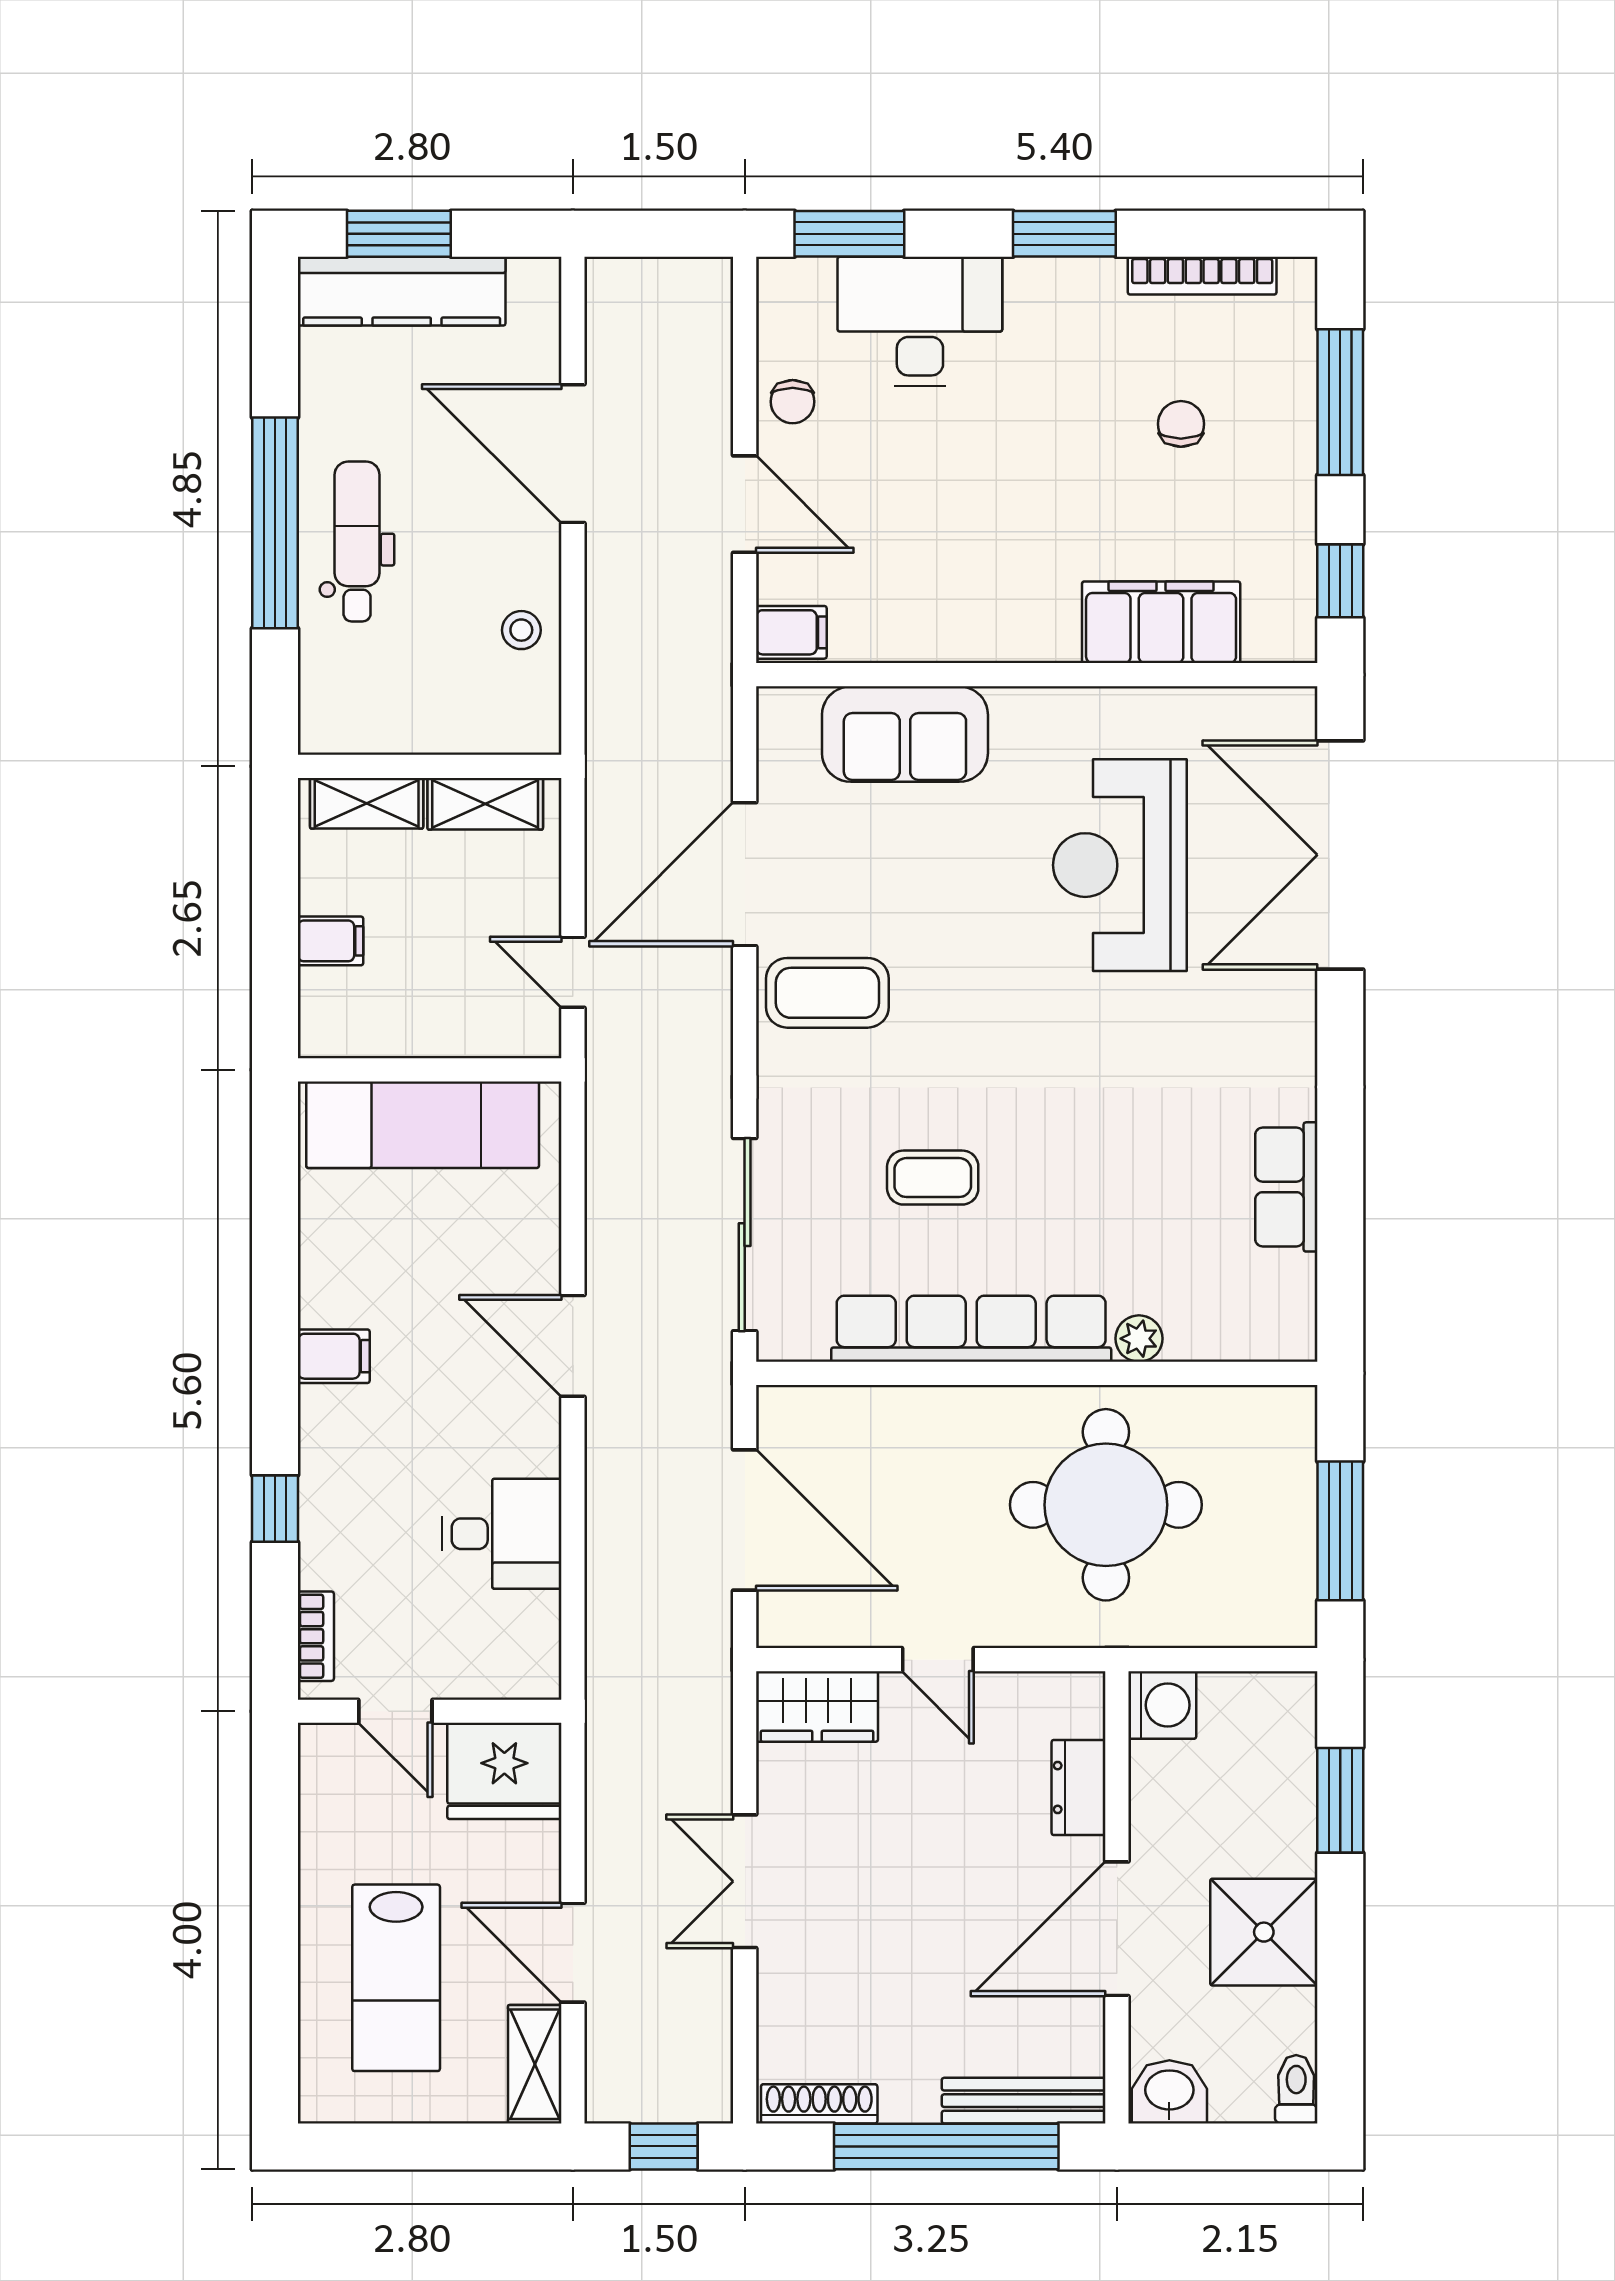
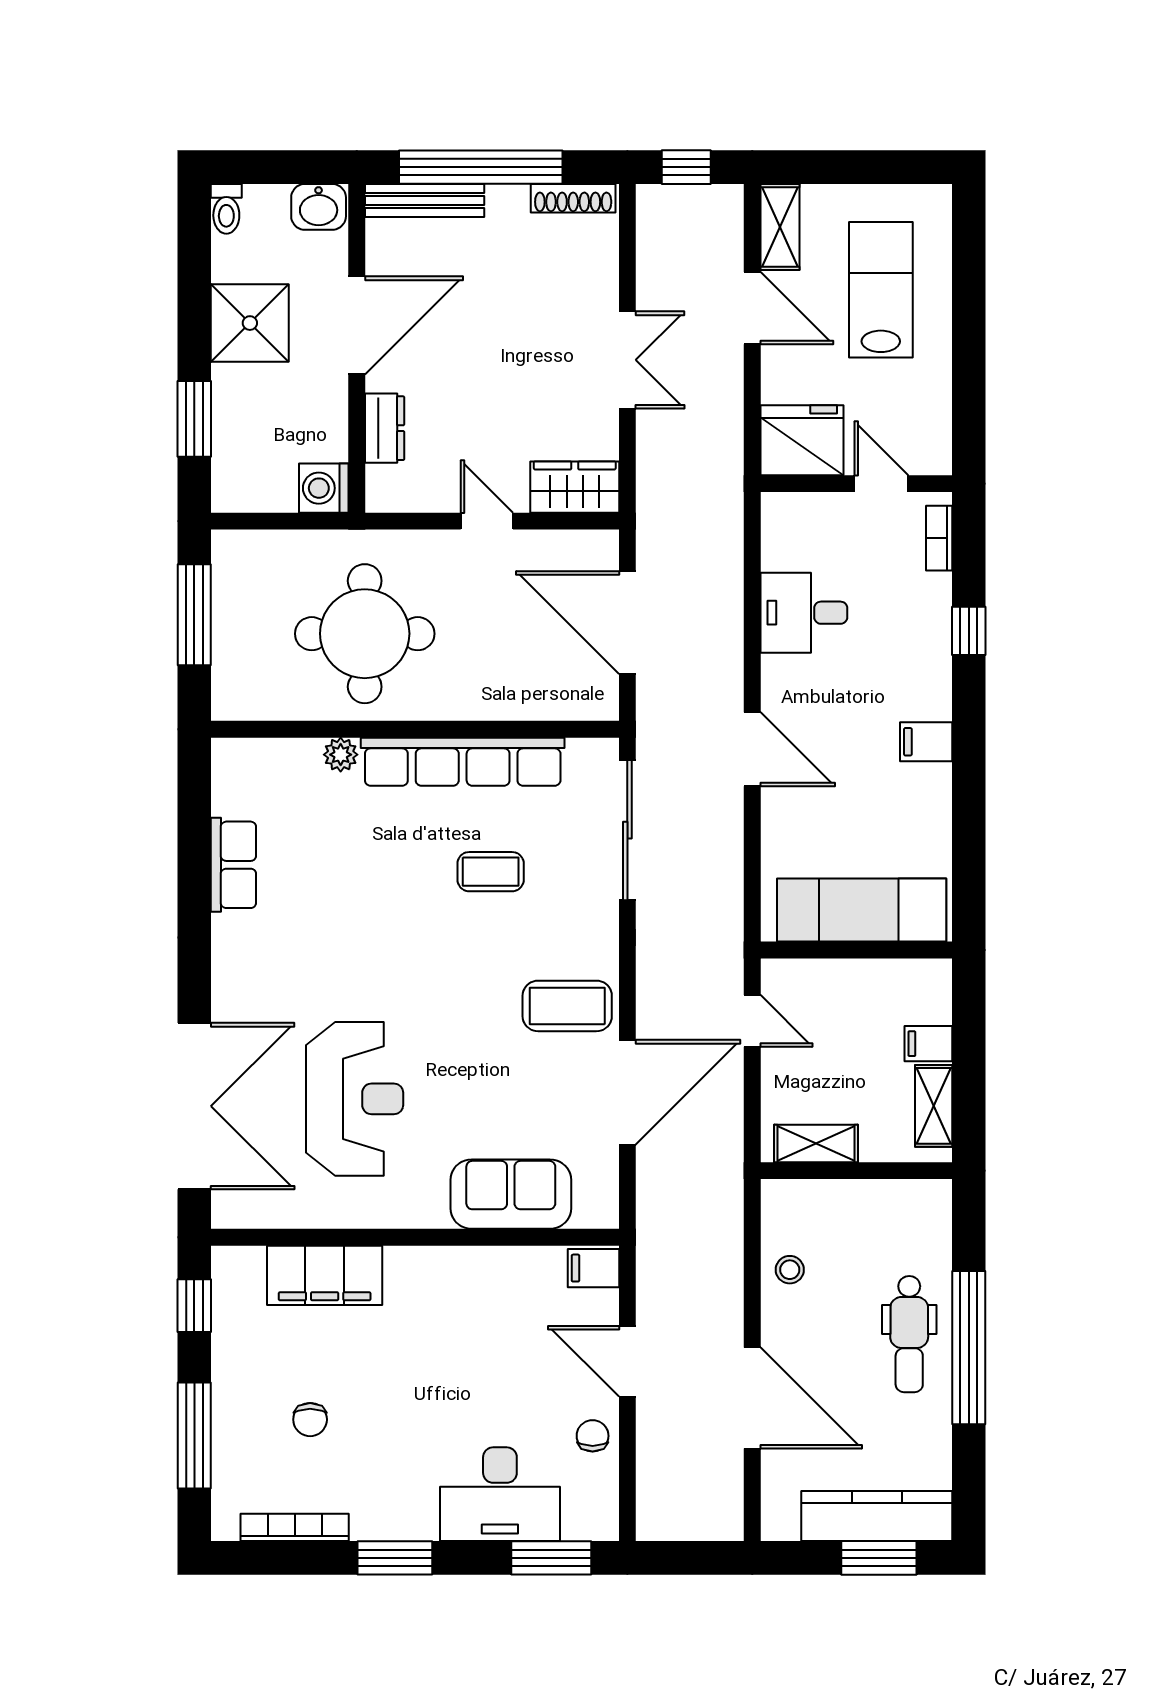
shelving: (367, 803) -> (934, 1106), moved, turned 90

